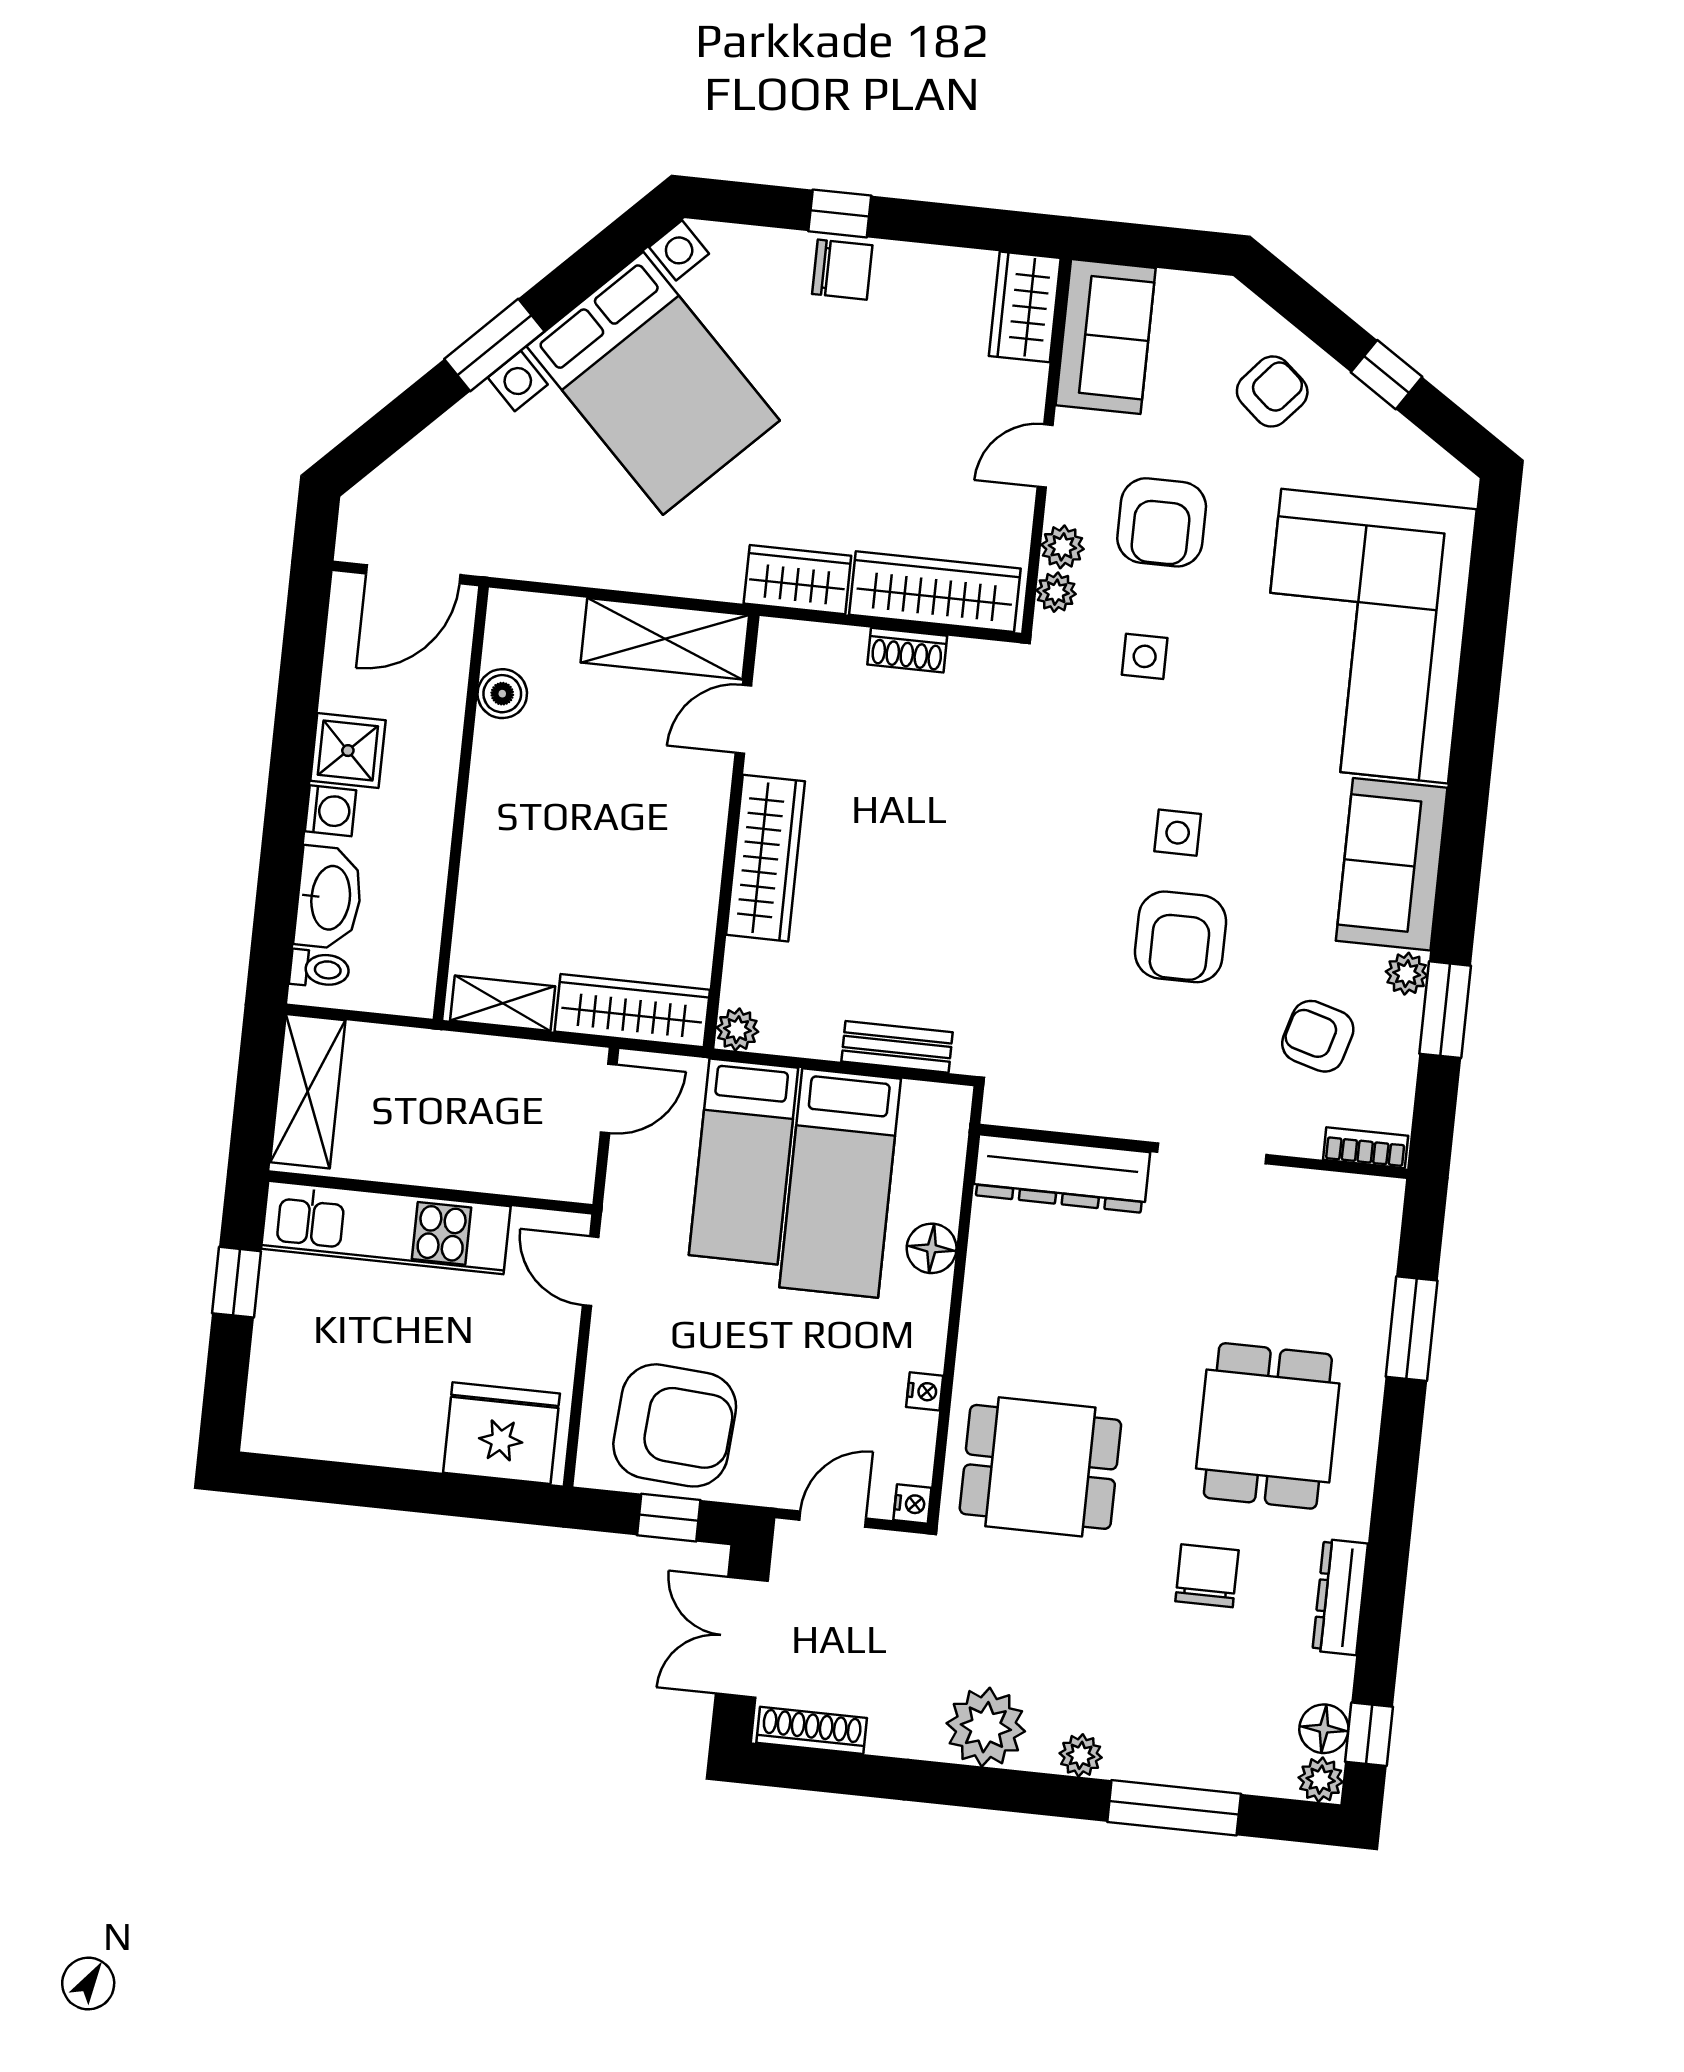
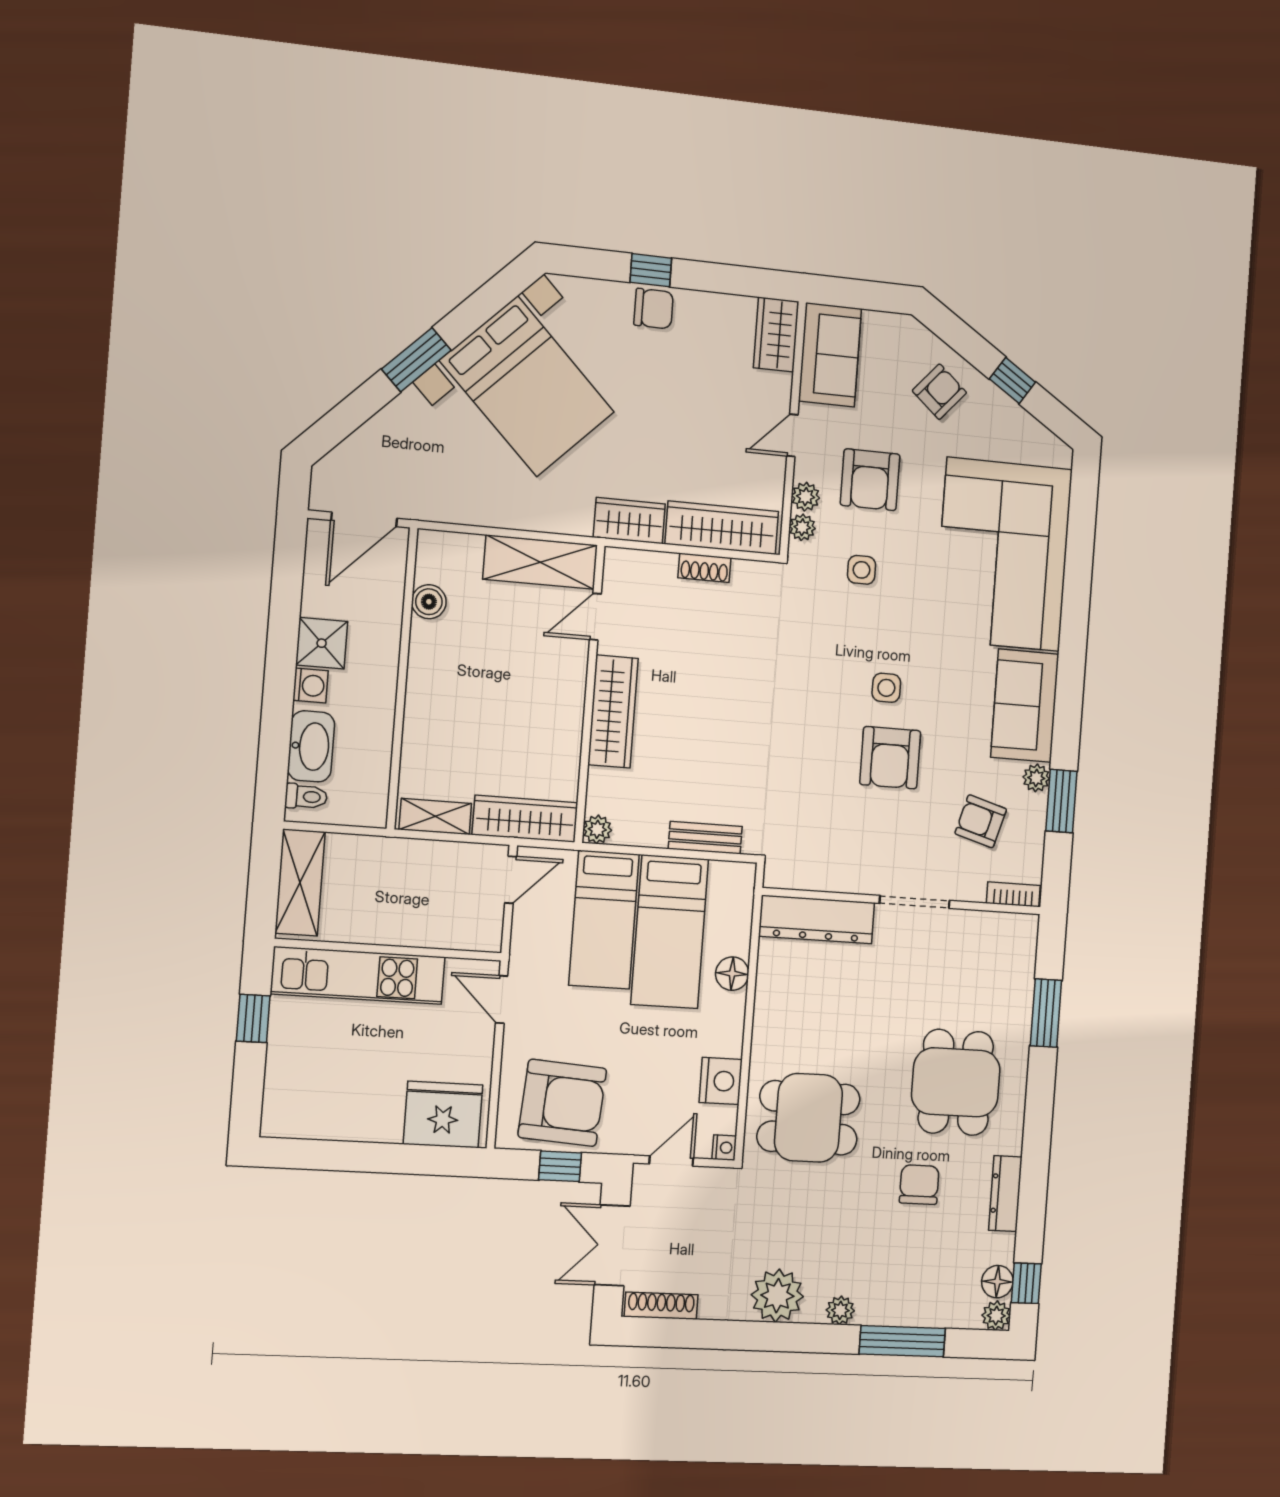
nightstand: (925, 1391) -> (721, 1081), width x1.89, depth x1.79

